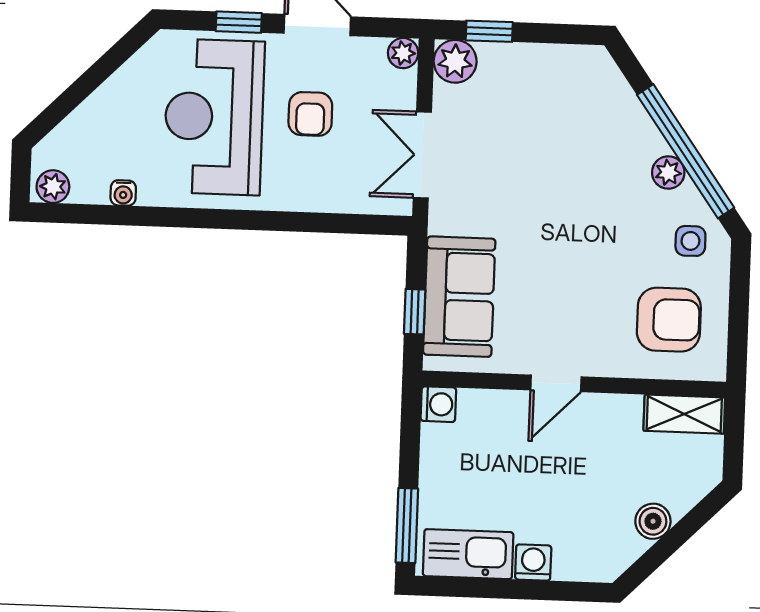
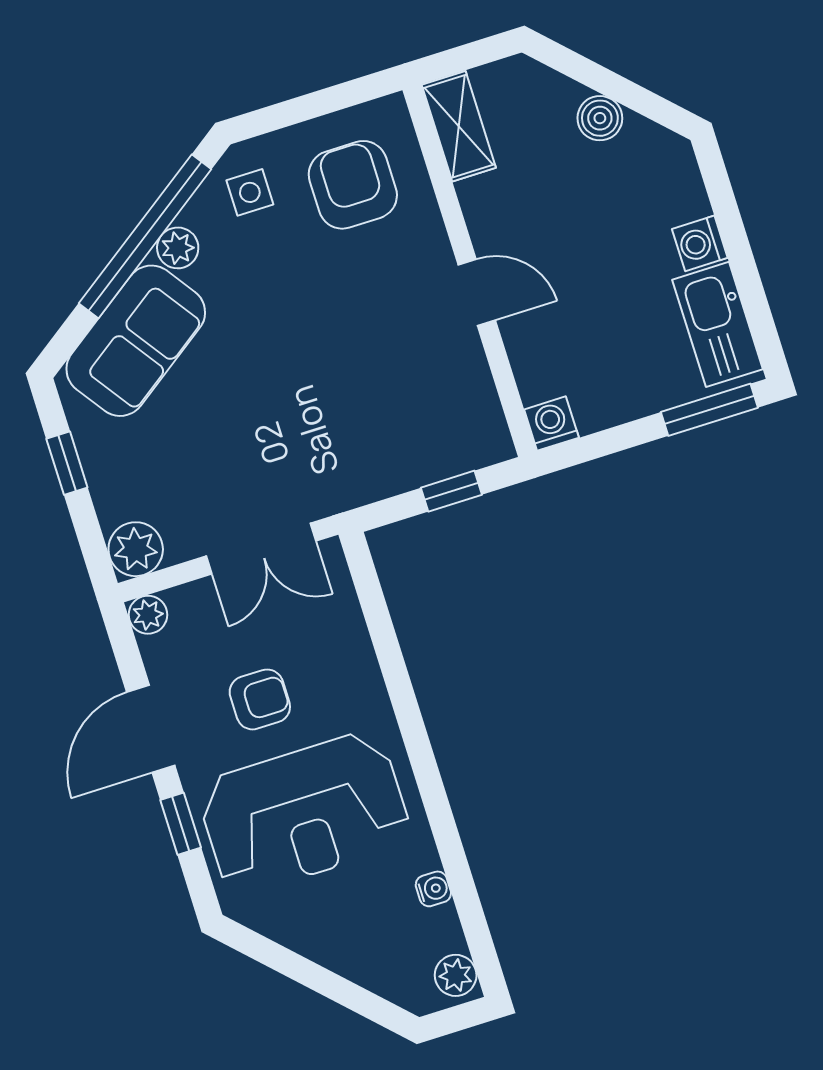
window: (489, 31) -> (67, 463), moved
sofa: (459, 297) -> (136, 341), moved, turned 145

